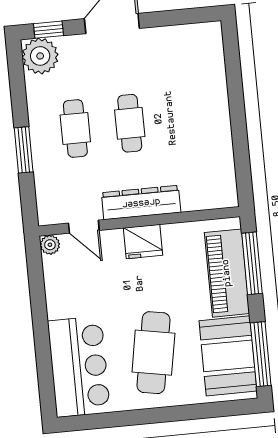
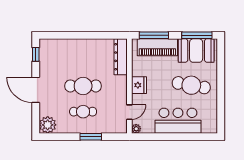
window: (48, 30) -> (36, 54), moved
cafe table: (130, 123) -> (83, 86), width x1.37, depth x1.35
dresser: (141, 203) -> (121, 57), moved
bar counter: (79, 367) -> (178, 121), moved

